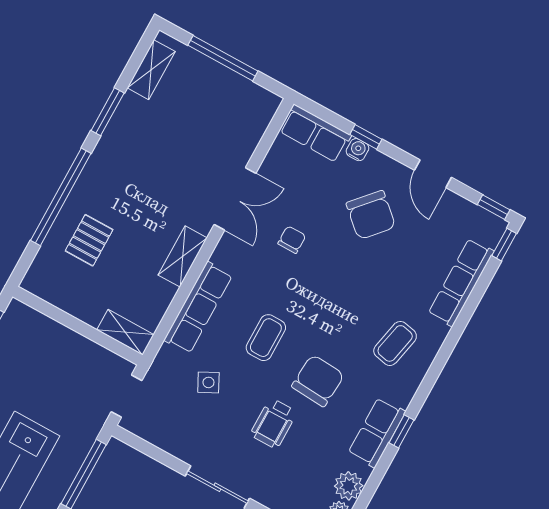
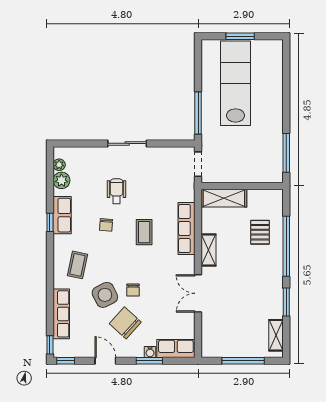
window: (366, 137) -> (149, 361), width x1.50
chair: (292, 240) -> (133, 290), moved
shelving: (125, 332) -> (224, 198), width x1.50, depth x1.33
chair: (318, 381) -> (106, 225), width x0.54, depth x0.54
side table: (208, 382) -> (105, 295), moved, width x1.87, depth x1.87

